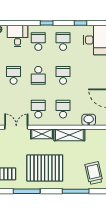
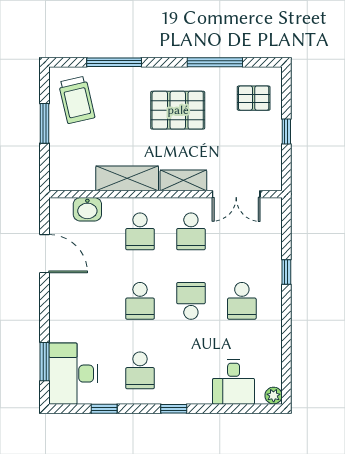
school desk: (38, 42) -> (191, 370), removed
pallet: (45, 168) -> (178, 110), width x0.73, depth x0.71

